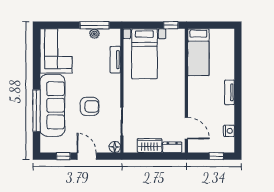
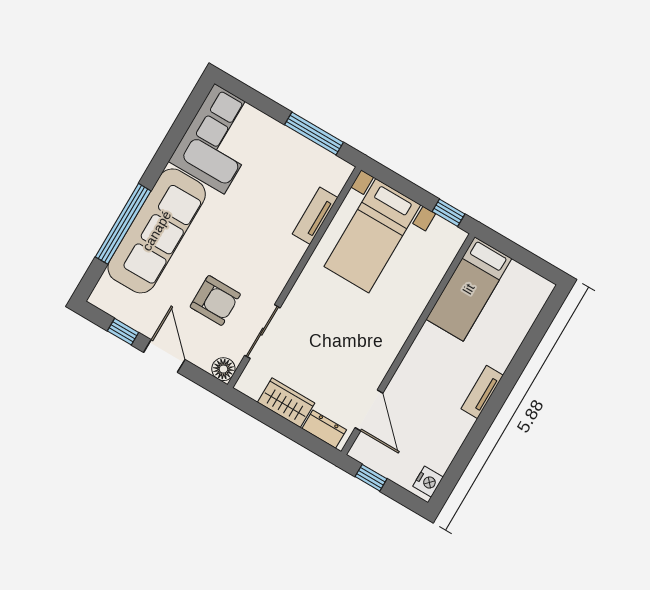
plant: (94, 34) -> (305, 148), removed
armchair: (90, 106) -> (215, 300), moved
nightstand: (229, 131) -> (428, 482), moved
window: (216, 156) -> (371, 478), moved

